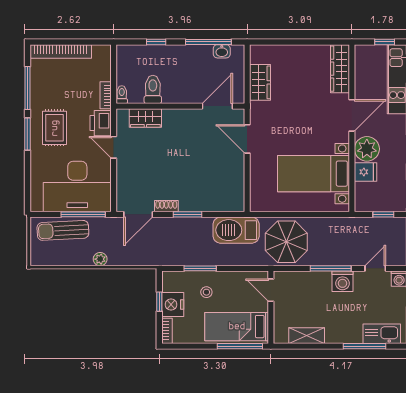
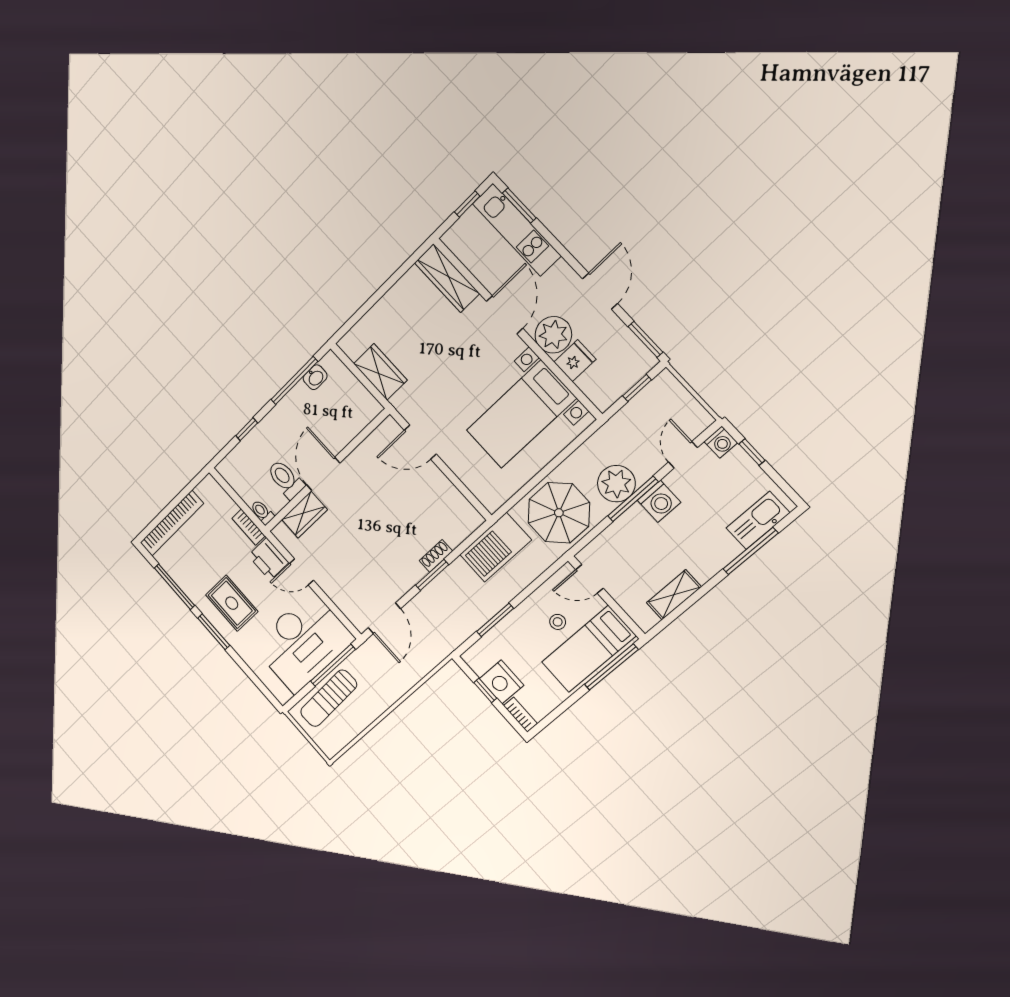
door: (217, 106) -> (323, 474), moved
shoe rack: (166, 206) -> (436, 556), moved
plant: (100, 259) -> (616, 484), moved, width x1.88, depth x1.88
stool: (206, 292) -> (558, 622), moved

